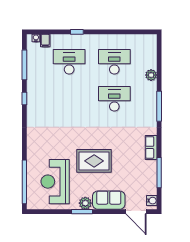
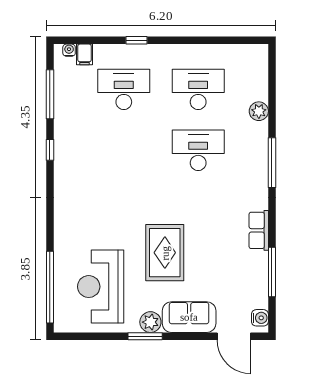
rug: (94, 161) -> (165, 253), turned 90

